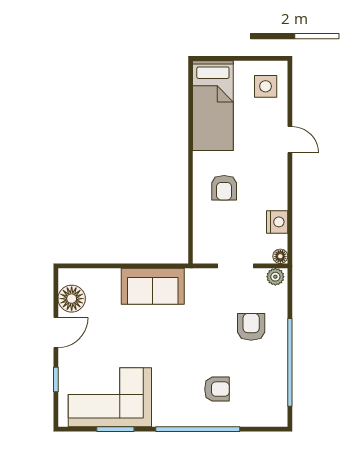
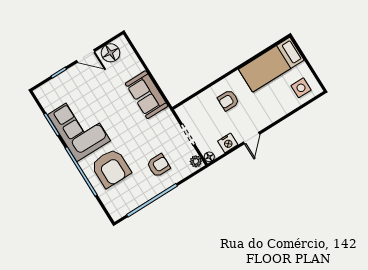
door: (290, 140) -> (251, 138), moved
armchair: (217, 389) -> (111, 168), width x1.88, depth x1.88
corner sofa: (110, 397) -> (79, 128), moved

